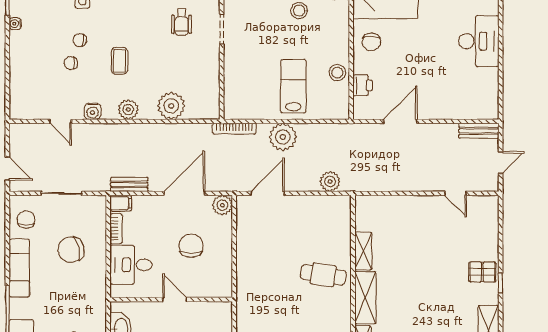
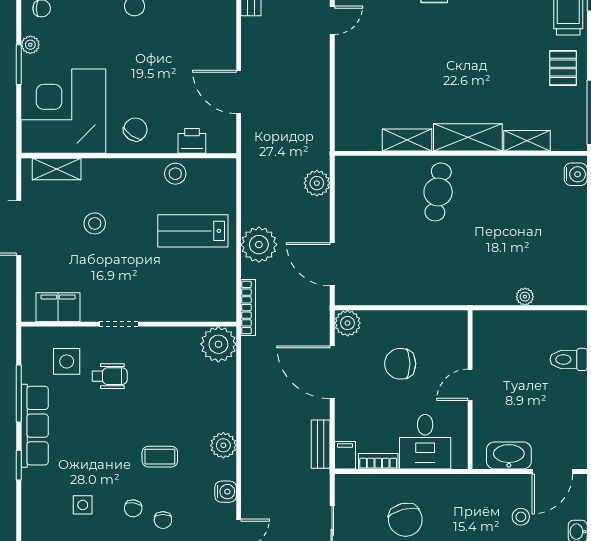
chair: (371, 42) -> (135, 129), turned -56
plant: (171, 106) -> (218, 344), moved

